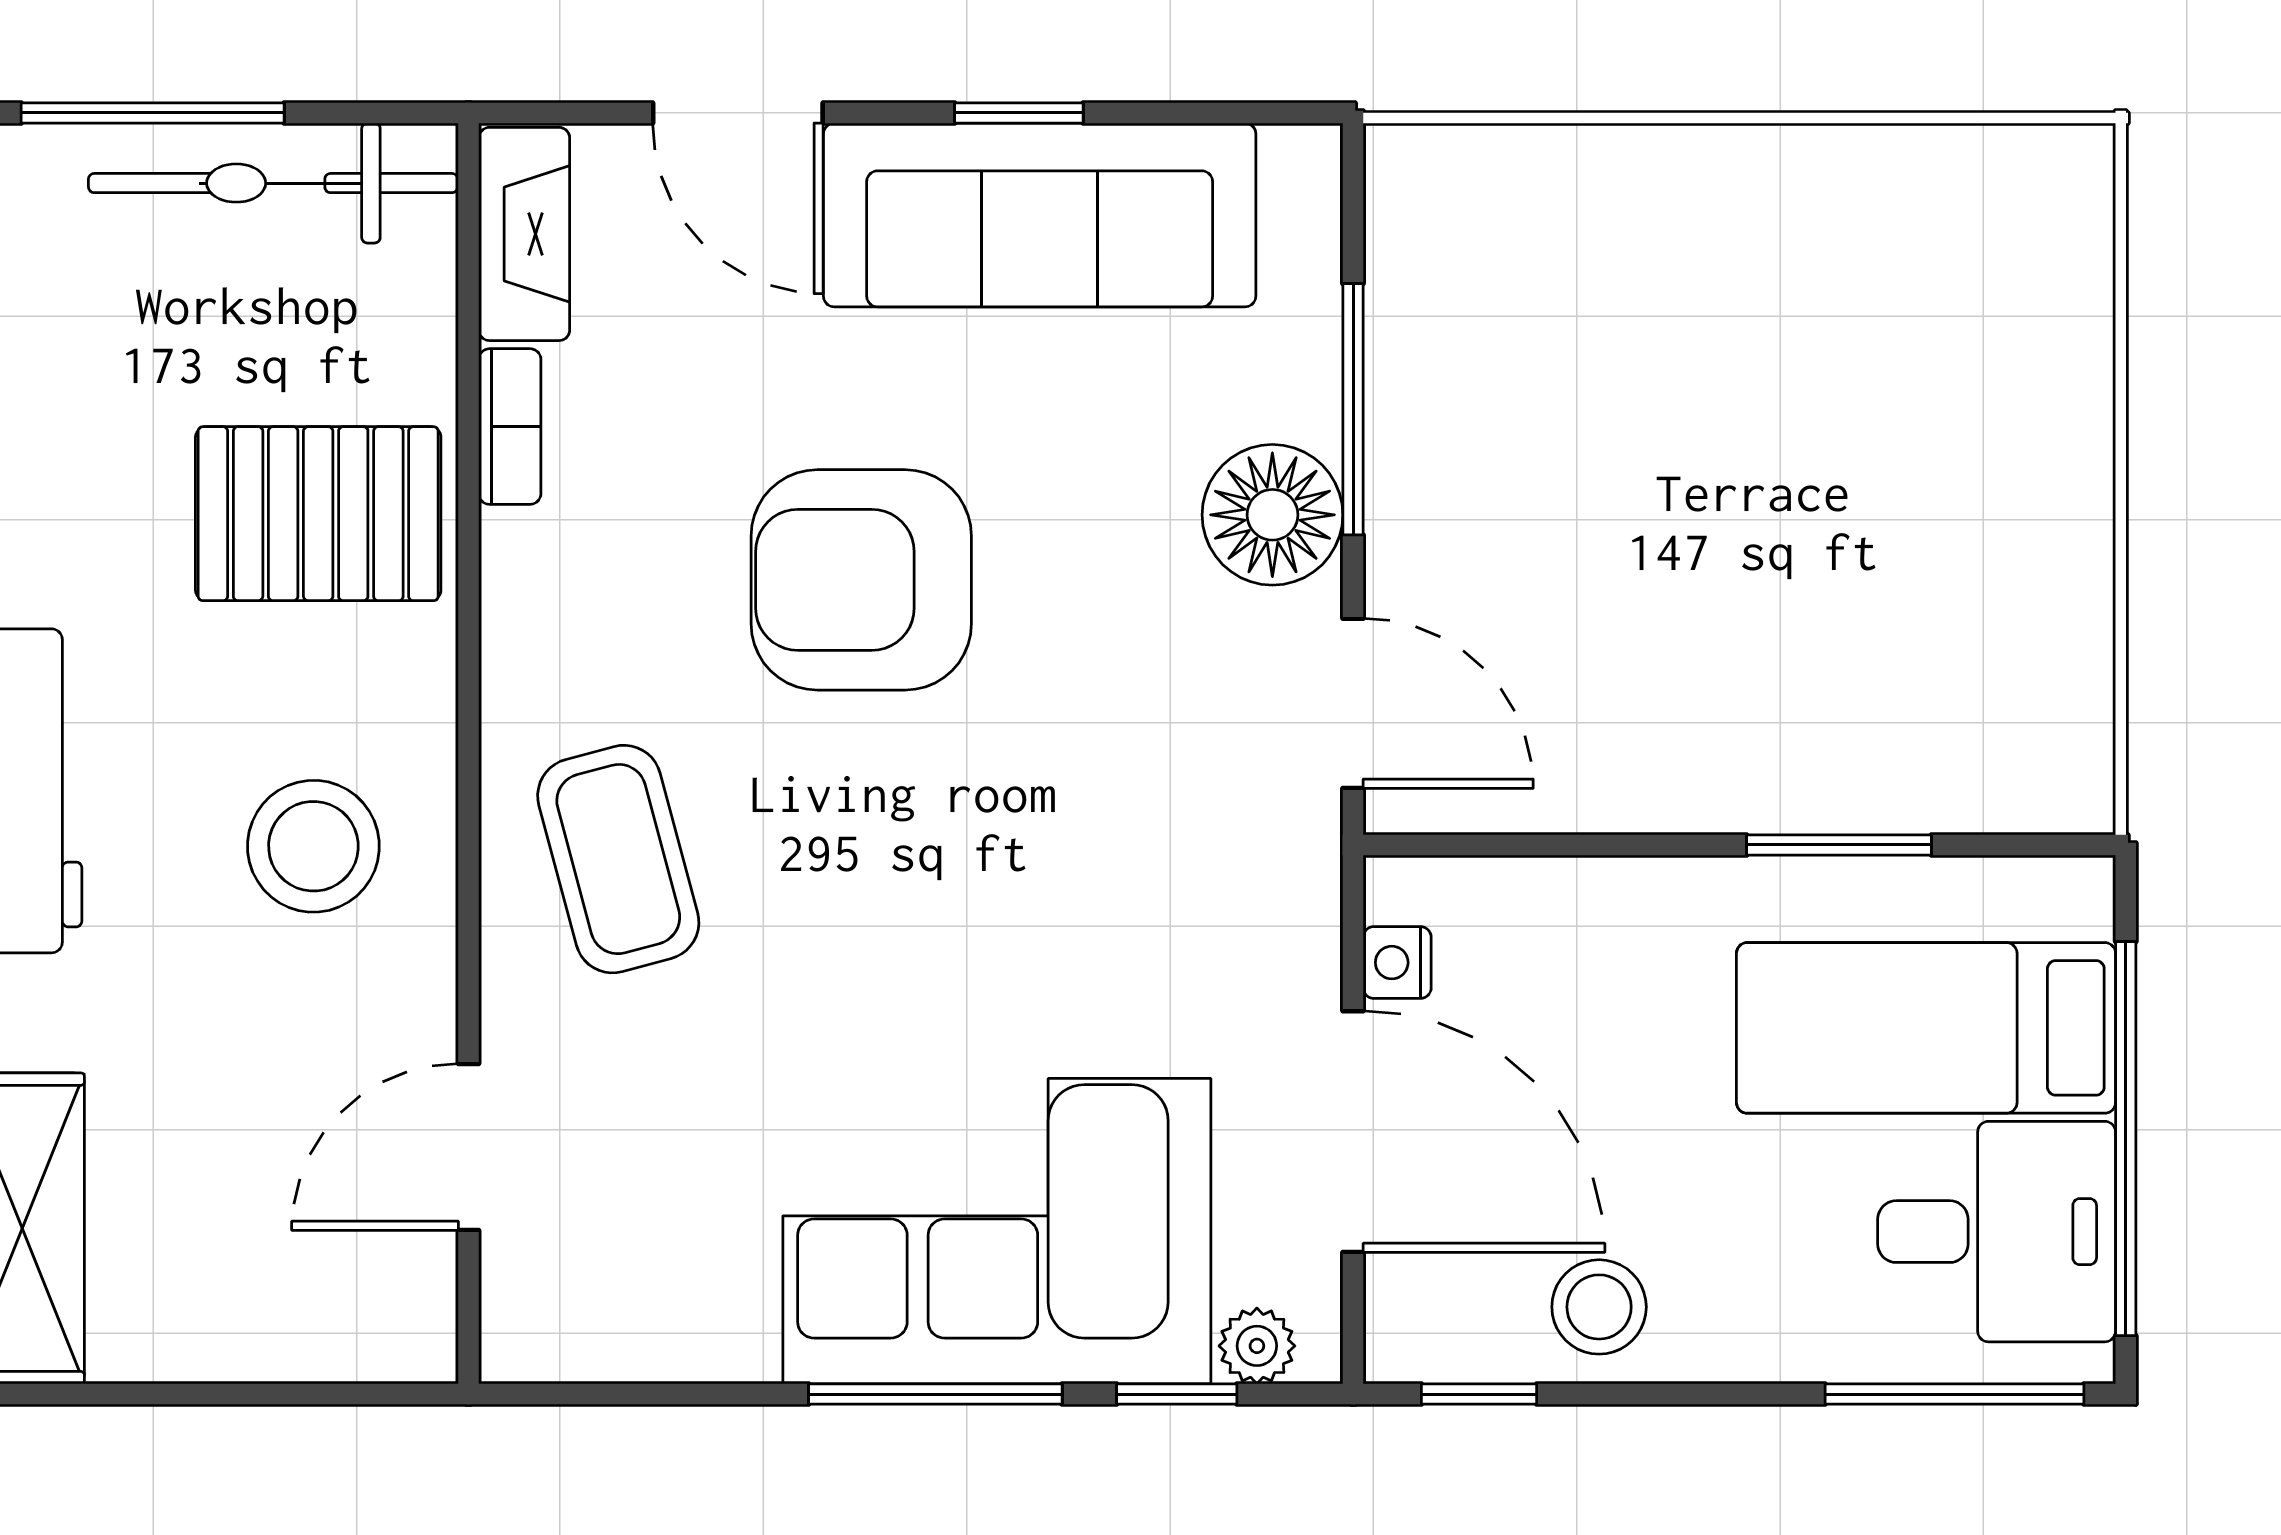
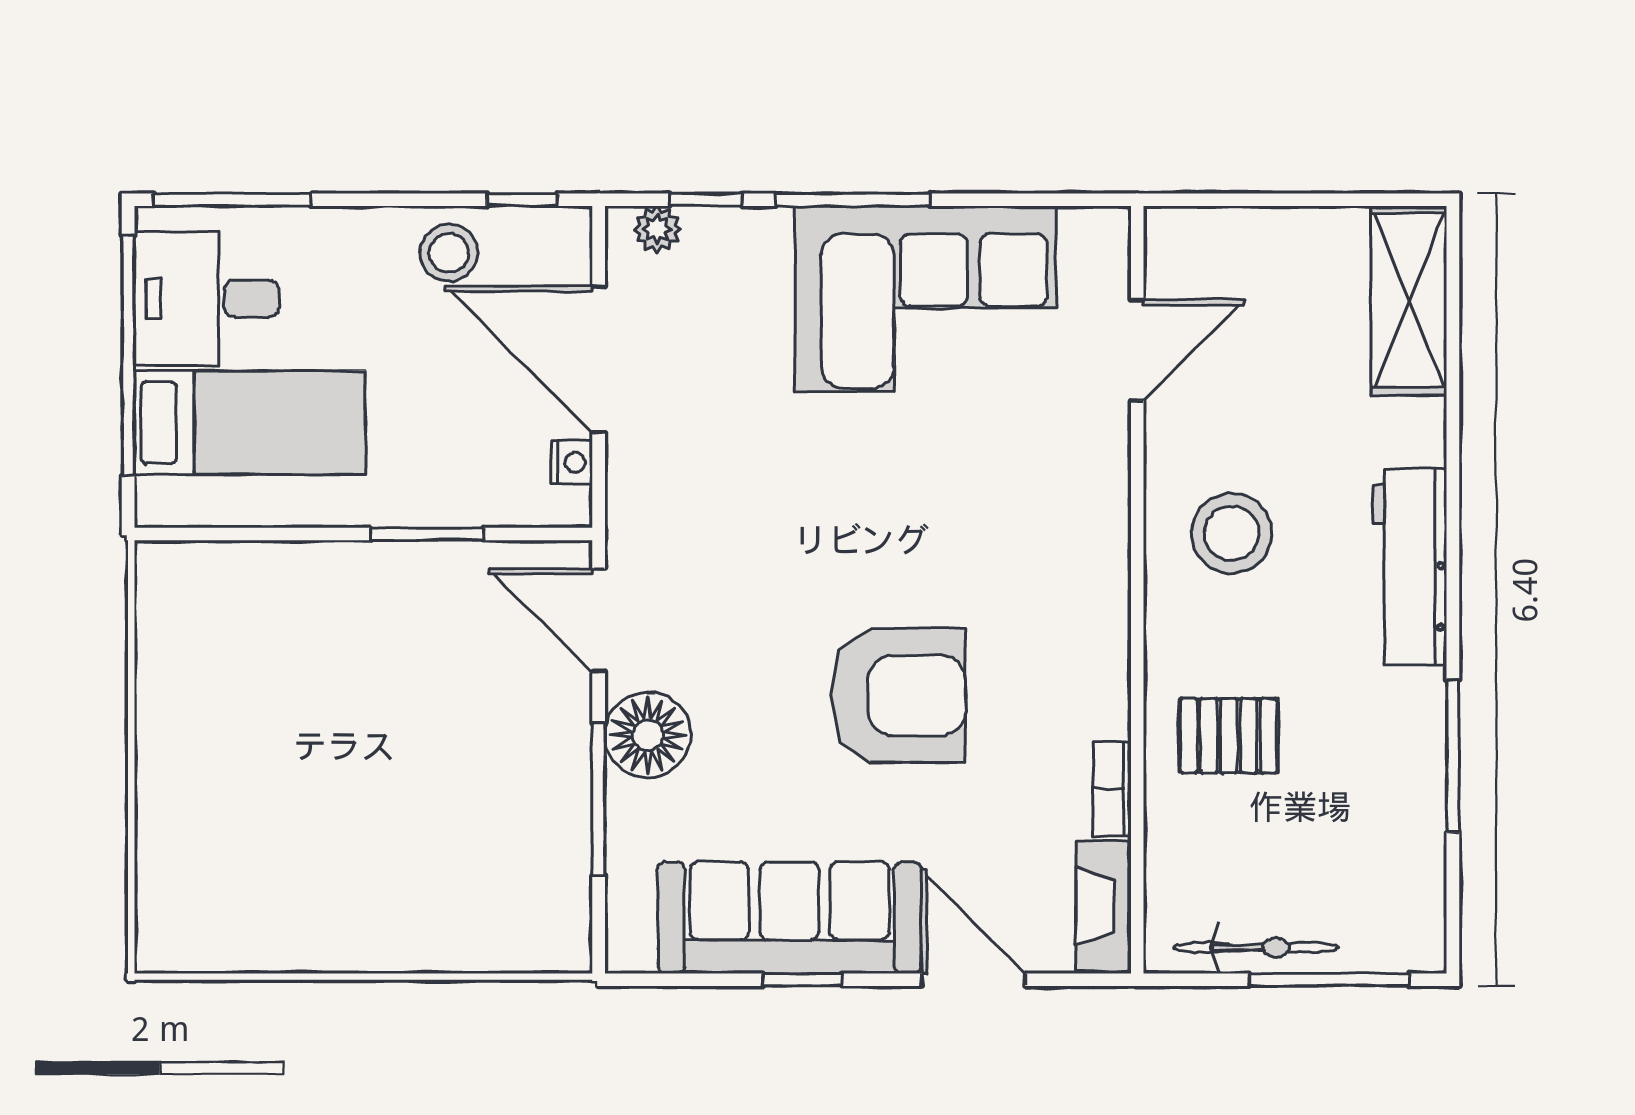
bicycle: (273, 183) -> (1256, 947), width x0.73, depth x0.71
pallet: (318, 514) -> (1229, 736), width x0.67, depth x0.71
window: (1839, 845) -> (427, 534), moved
coffee table: (618, 859) -> (1046, 525), removed
corner sofa: (997, 1231) -> (925, 299), moved

